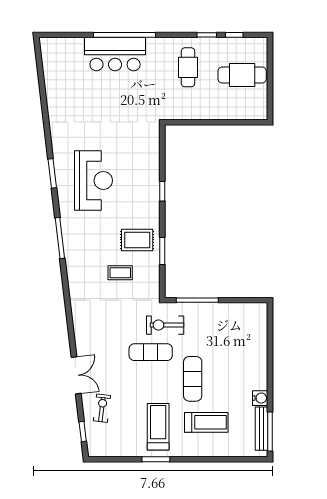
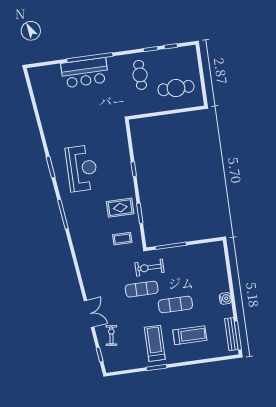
cafe table: (242, 75) -> (176, 88), moved
coffee table: (120, 273) -> (122, 239), moved
exercise mat: (193, 379) -> (175, 304), turned 90
water cooler: (260, 398) -> (225, 298), moved

